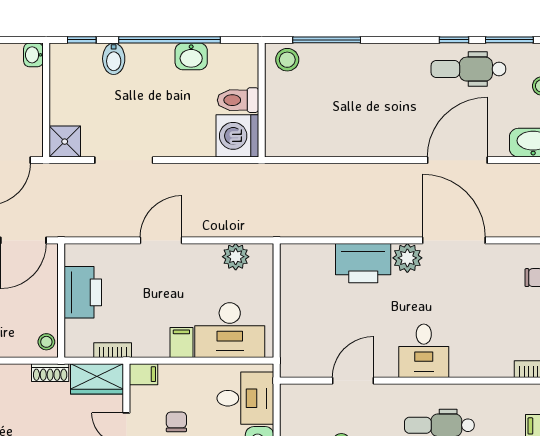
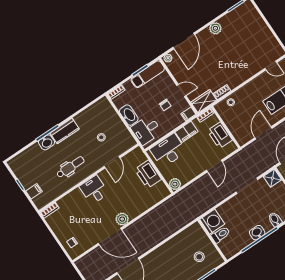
washbasin: (191, 56) -> (257, 233), moved
stool: (287, 60) -> (199, 257), moved
plant: (236, 257) -> (175, 184), moved
printer: (363, 263) -> (148, 174), moved, turned -90
printer: (83, 292) -> (220, 135), moved
wall: (61, 300) -> (226, 127), moved
filing cabinet: (181, 342) -> (186, 132), width x2.00

